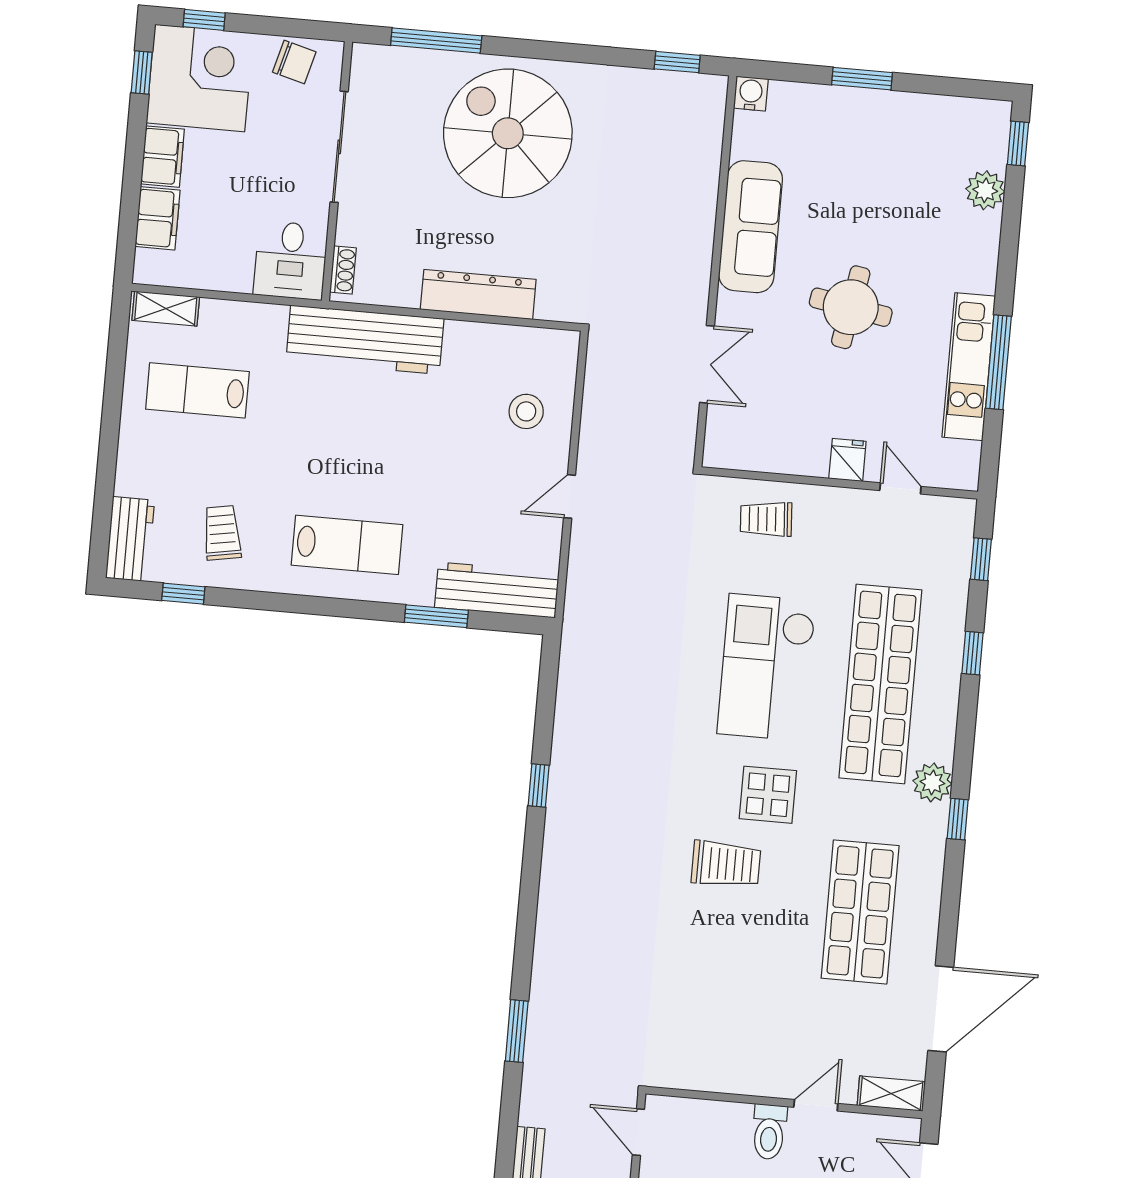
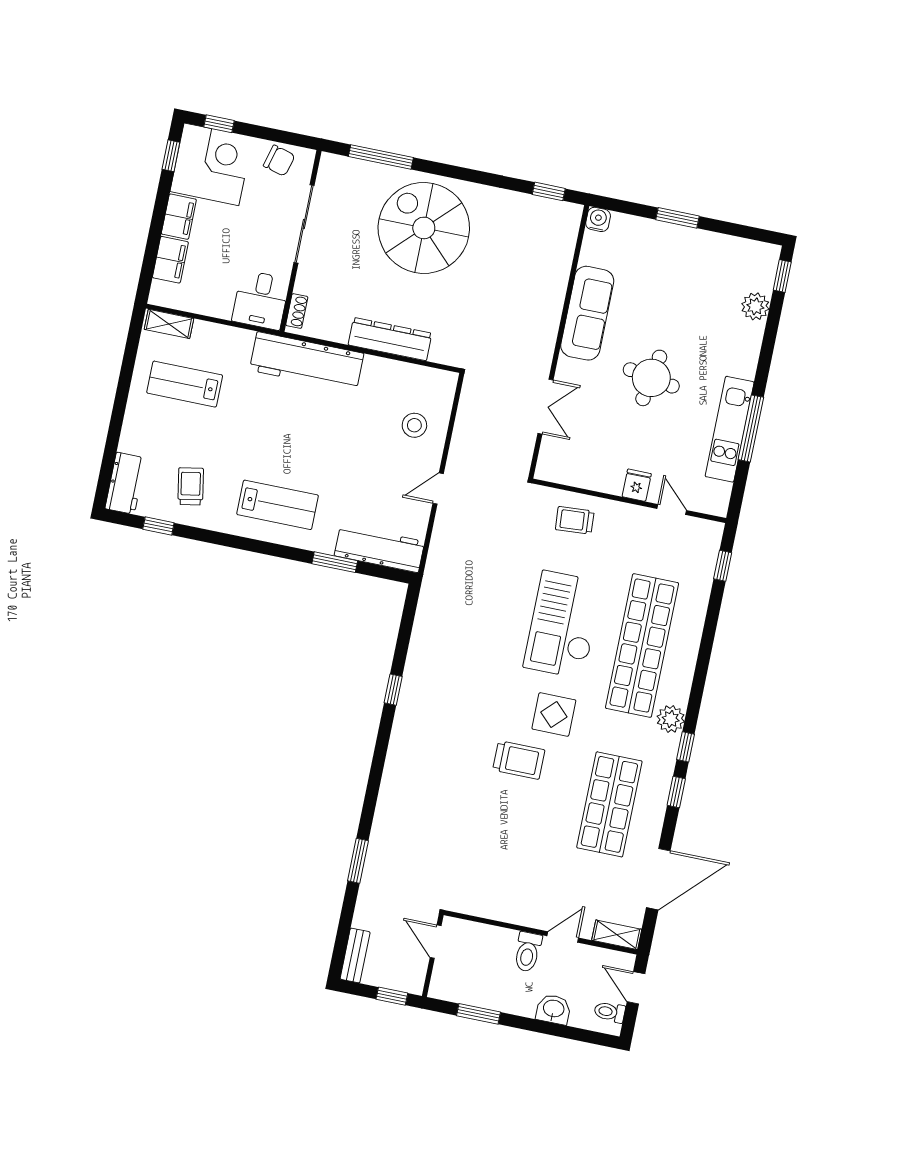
window: (972, 653) -> (676, 792), moved

